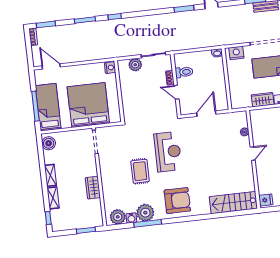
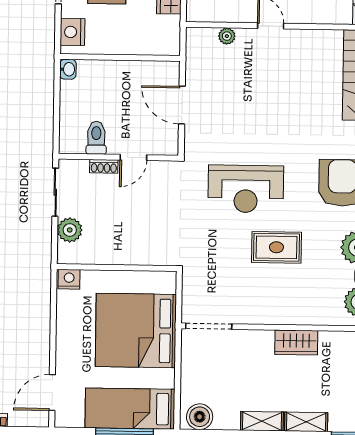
reception desk: (168, 152) -> (246, 189), turned 180

